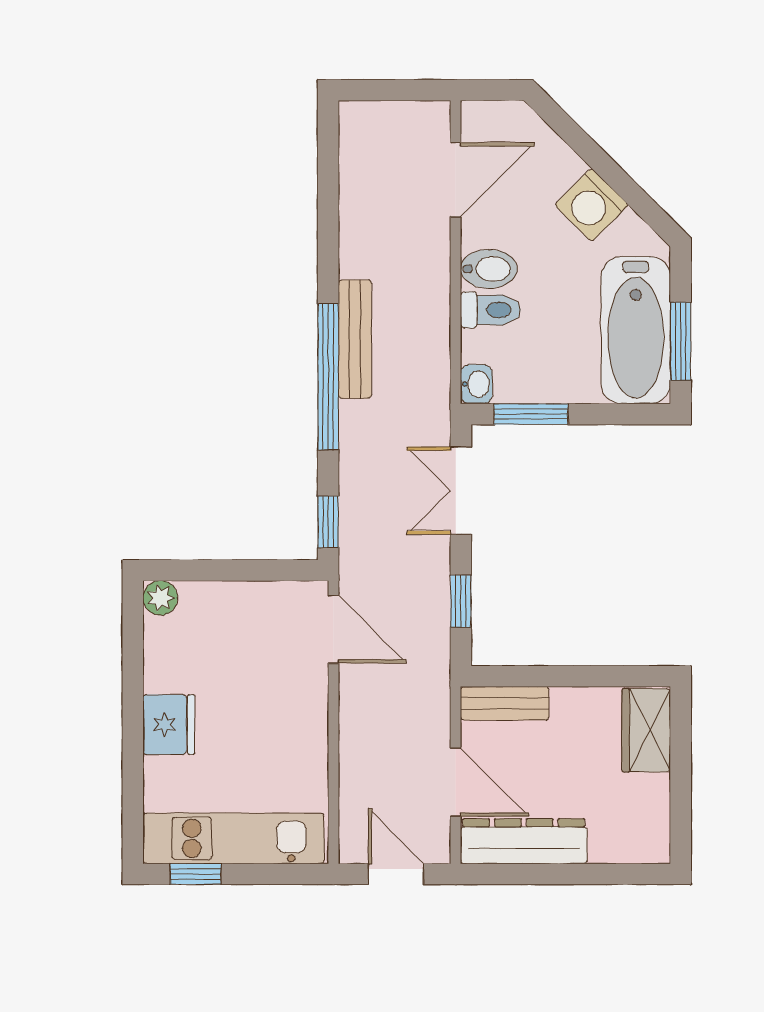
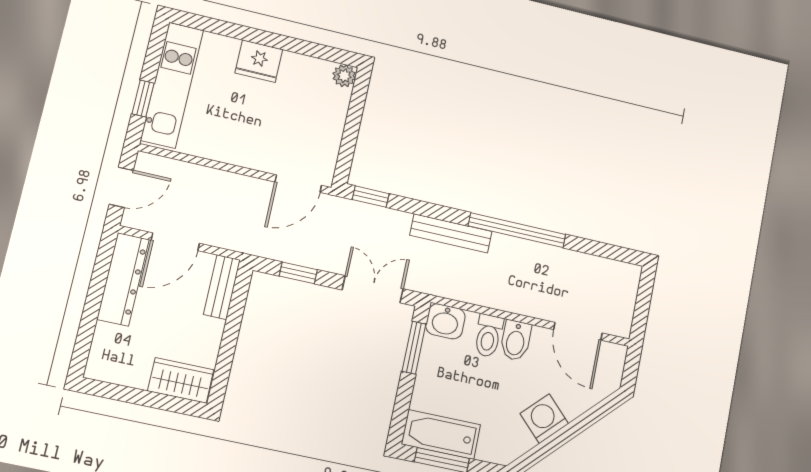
bathtub: (636, 330) -> (441, 434), width x0.73, depth x0.73
bench: (355, 339) -> (451, 233), moved
window: (328, 377) -> (517, 230), moved
washbasin: (476, 384) -> (445, 321), width x1.38, depth x1.45
window: (196, 874) -> (143, 99), moved

